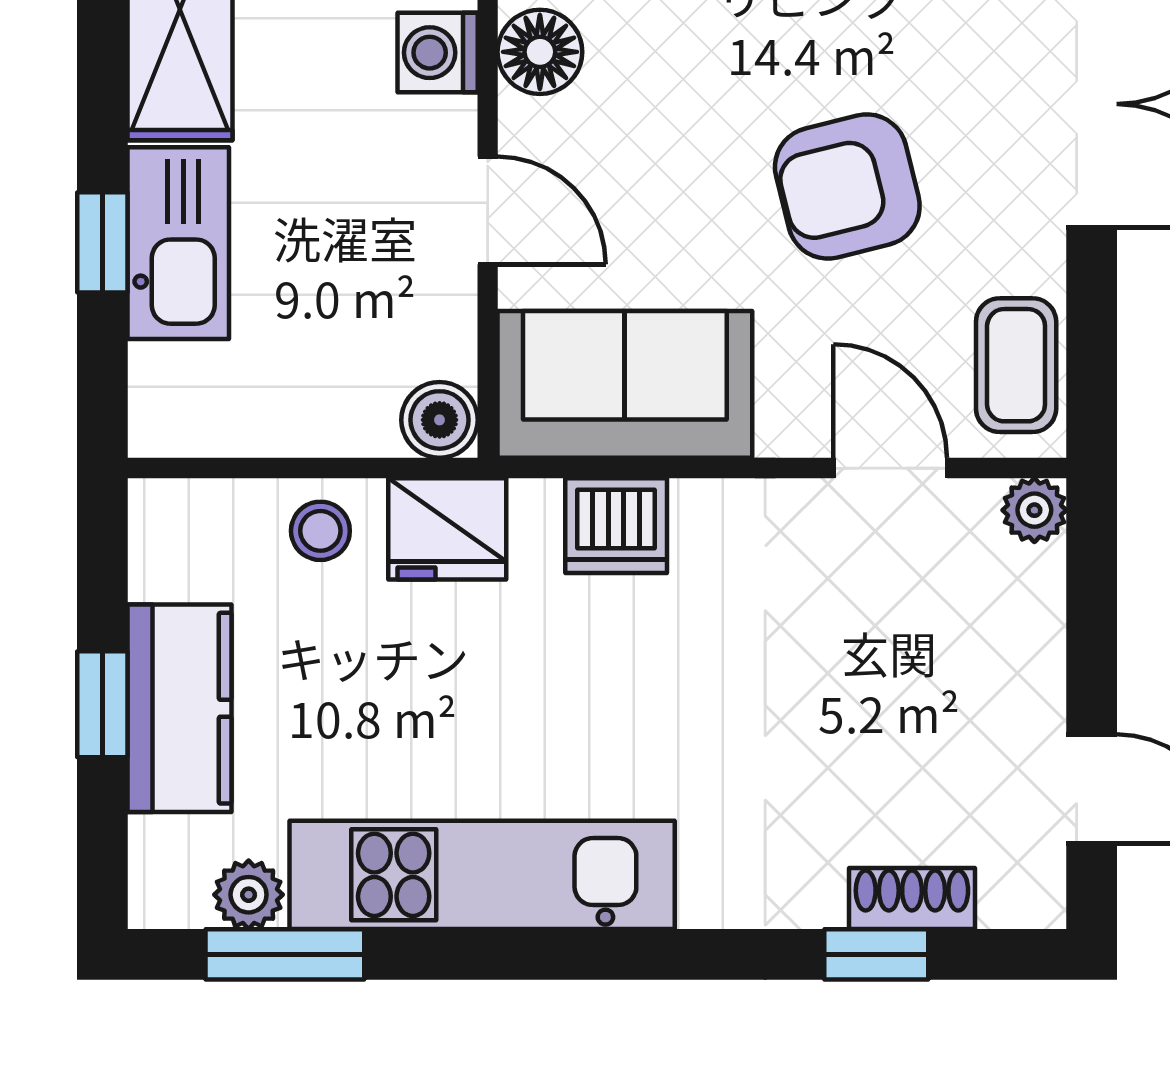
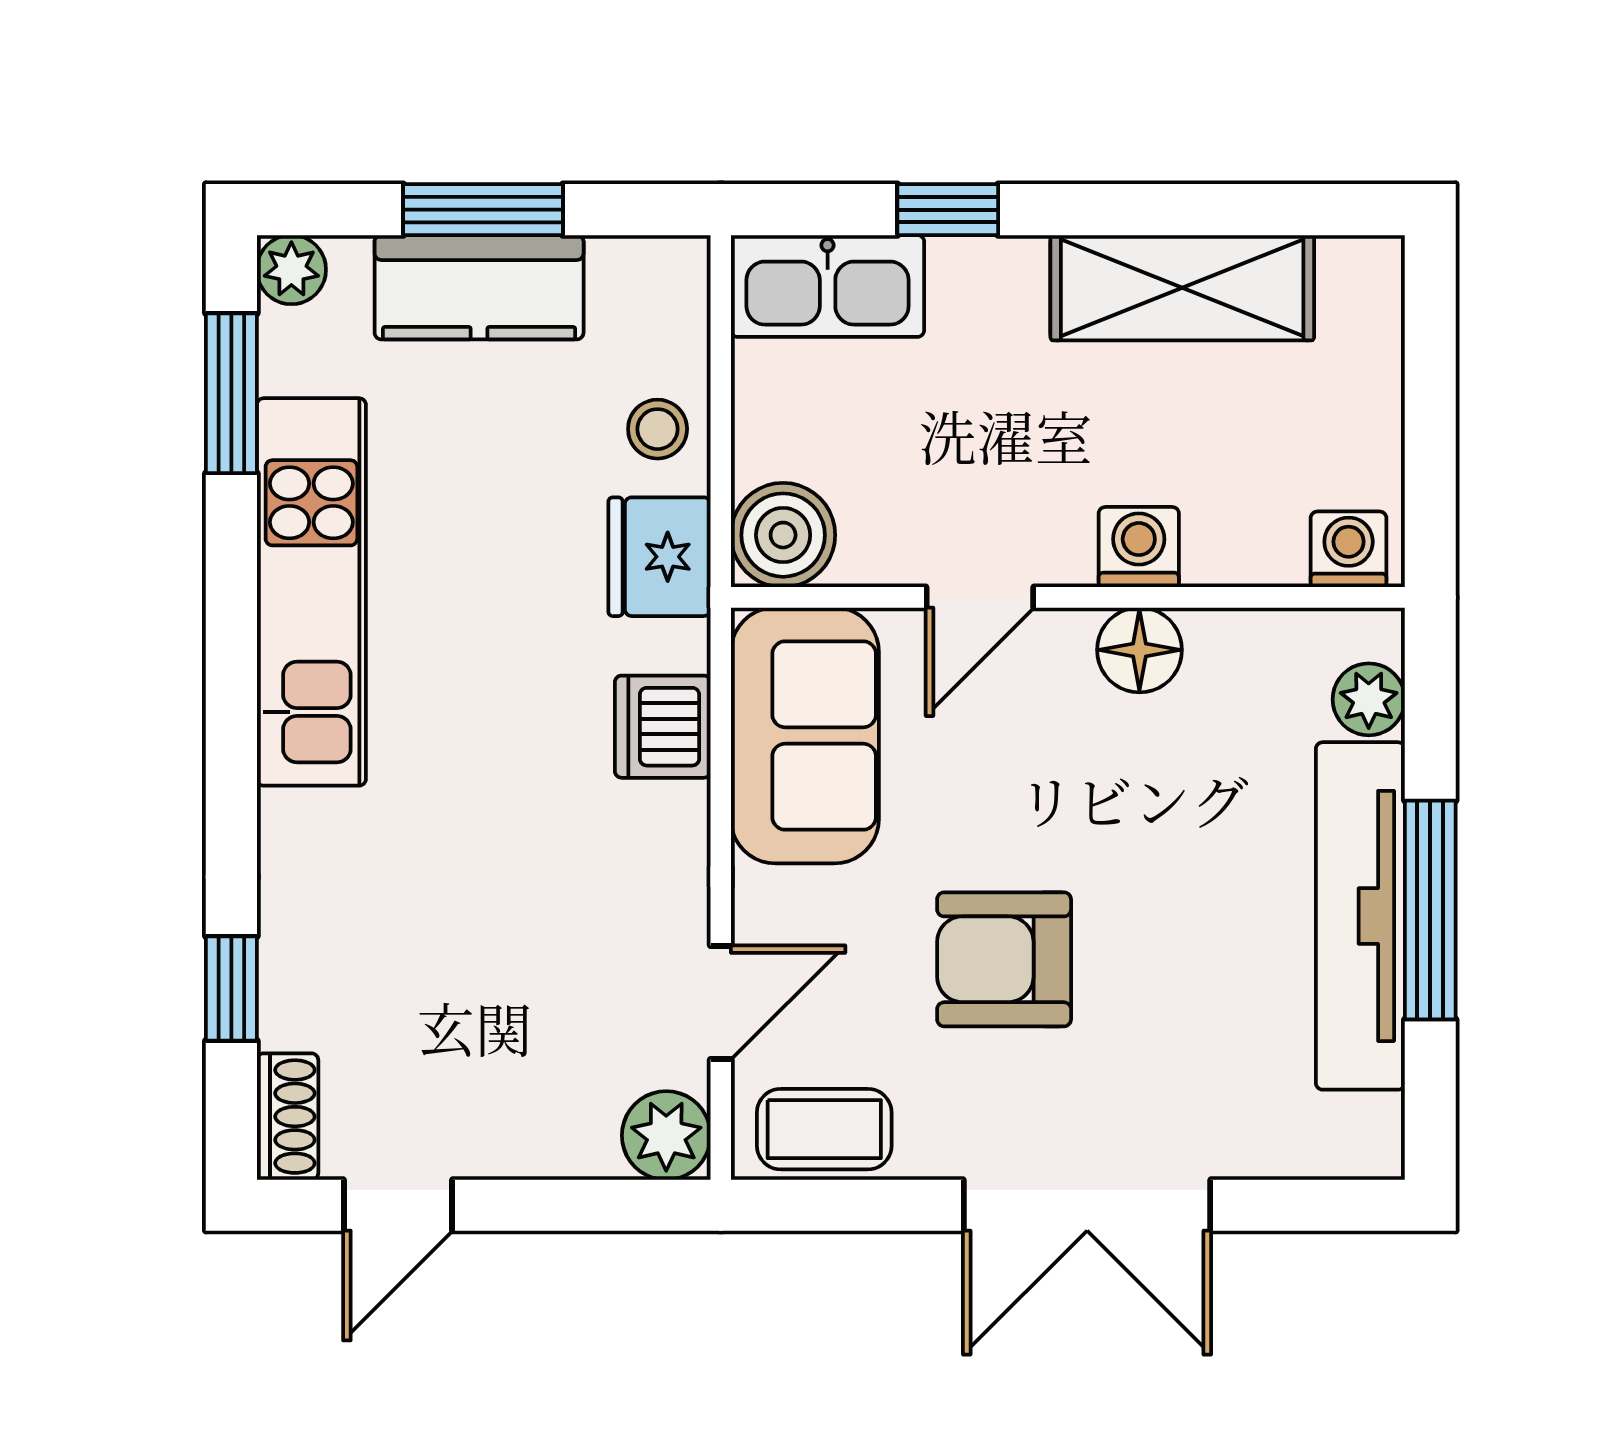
armchair: (847, 186) -> (1004, 959), turned -76
kitchen sink: (178, 243) -> (828, 286), moved
boiler: (440, 420) -> (783, 535), width x1.36, depth x1.36
plant: (1034, 510) -> (666, 1135), width x1.38, depth x1.38
window: (102, 704) -> (483, 210), width x1.50
plant: (249, 895) -> (291, 270), moved
shoe rack: (912, 899) -> (288, 1117), moved

